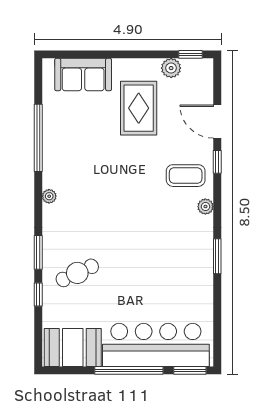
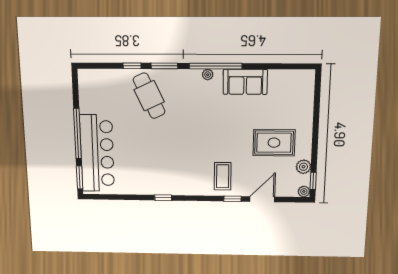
sofa: (83, 75) -> (245, 82), moved, turned -90
window: (38, 138) -> (216, 66), moved
plant: (205, 207) -> (304, 191), moved
window: (217, 256) -> (163, 198), width x0.67
cafe table: (77, 273) -> (149, 96), width x1.37, depth x1.35
booth: (73, 348) -> (93, 92), removed

